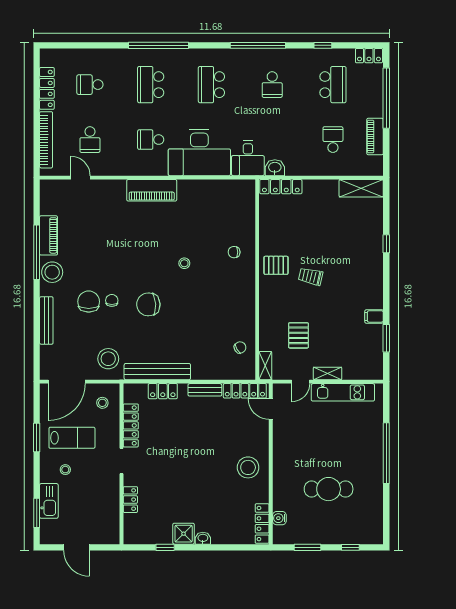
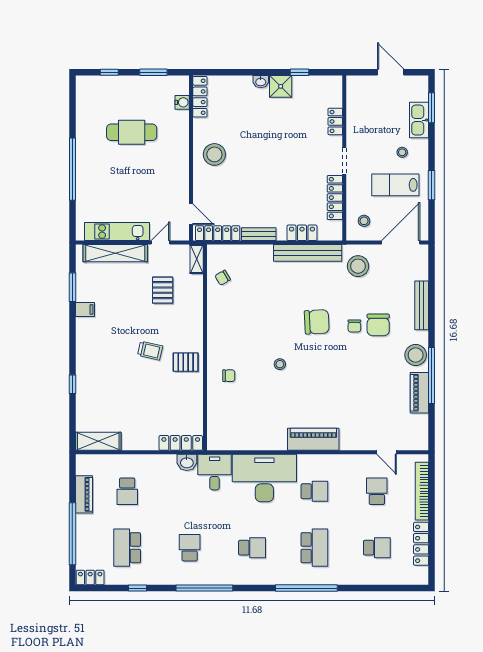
school desk: (211, 85) -> (252, 548), width x0.54
shelving: (328, 373) -> (115, 253), width x2.20, depth x1.33

